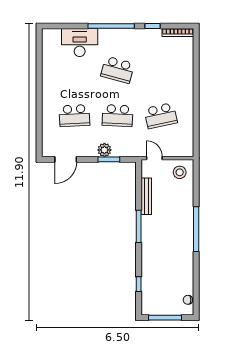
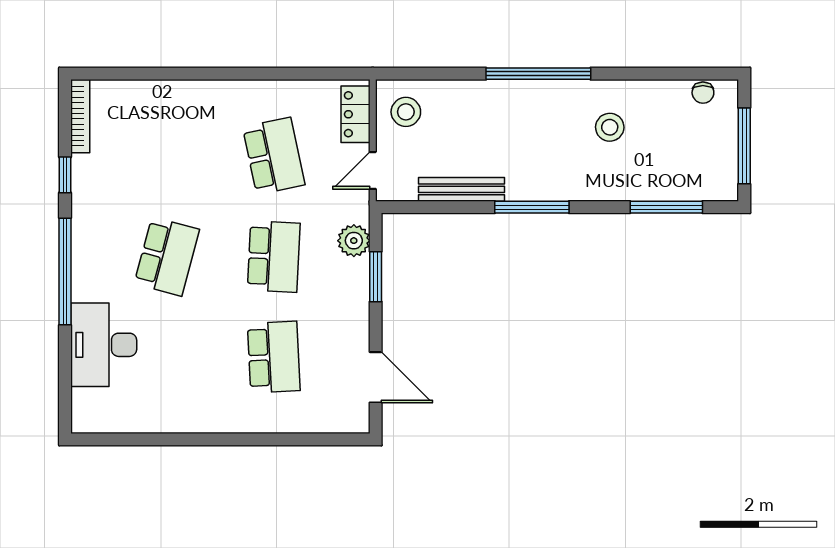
plant: (104, 150) -> (354, 241), moved
locker: (179, 151) -> (355, 114), added
stool: (173, 260) -> (610, 127), added
window: (139, 284) -> (666, 207), width x2.17

